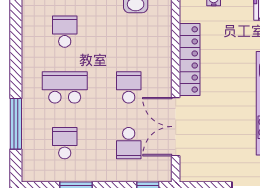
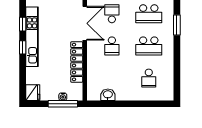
window: (16, 124) -> (177, 25), width x0.69
school desk: (65, 143) -> (149, 14), width x1.85

